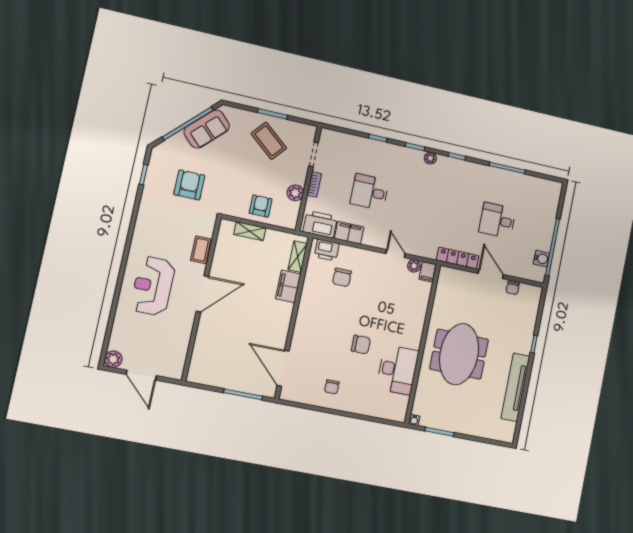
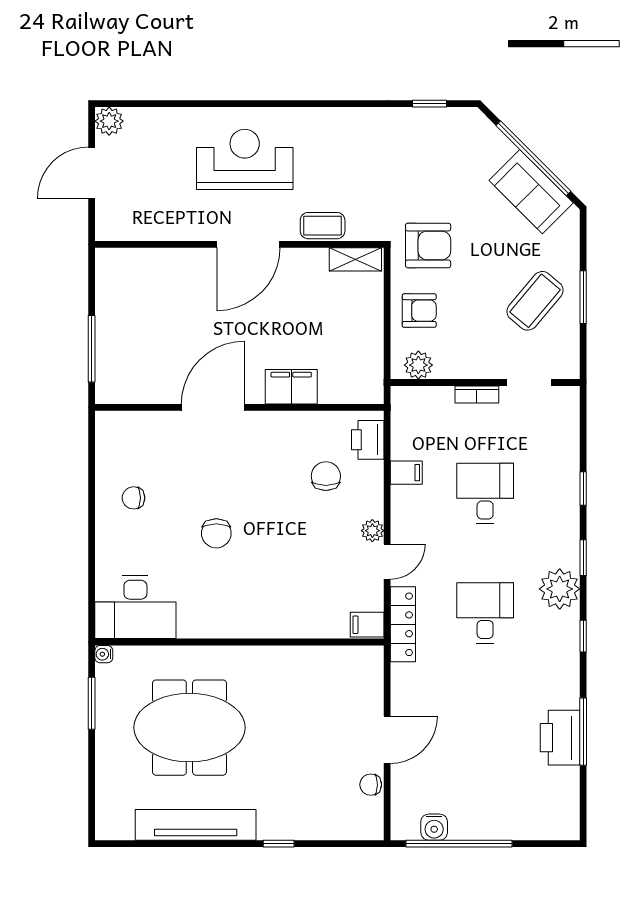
plant: (430, 158) -> (560, 589), width x1.88, depth x1.88
armchair: (189, 185) -> (428, 245), moved
plant: (295, 193) -> (418, 365), moved
desk: (497, 220) -> (485, 613), moved
printer: (320, 224) -> (560, 738), moved, turned 180
shelving: (250, 231) -> (355, 259), moved, turned 90
filing cabinet: (349, 233) -> (406, 473), width x0.50
shelving: (298, 257) -> (346, 392), removed
locker: (458, 258) -> (403, 624), moved
plant: (414, 266) -> (372, 531), moved
chair: (342, 277) -> (326, 476), turned 90
door: (202, 294) -> (248, 244), hinge flipped
meeting table: (459, 354) -> (189, 728), moved
door: (283, 368) -> (213, 407), moved
desk: (398, 370) -> (135, 607), moved

